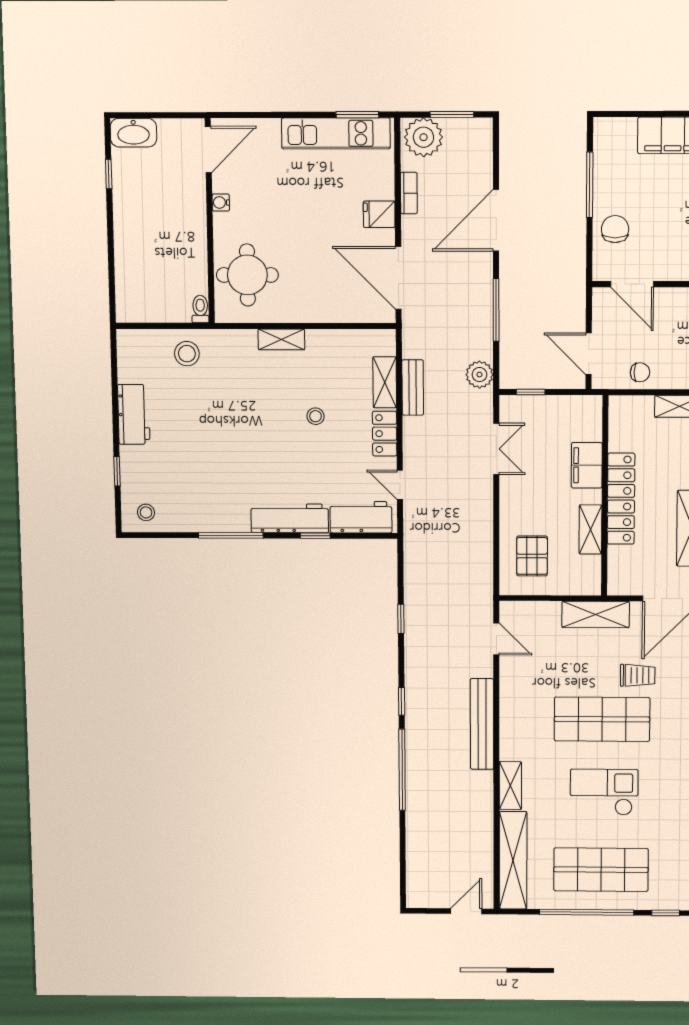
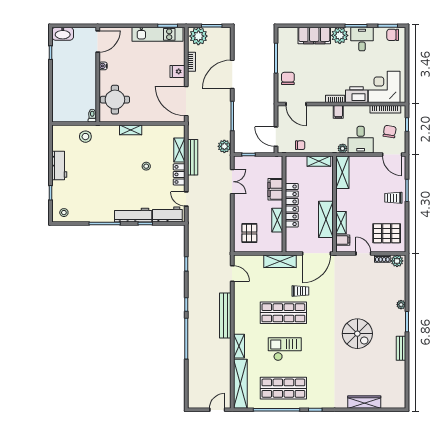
bench: (413, 387) -> (193, 157), width x1.36

